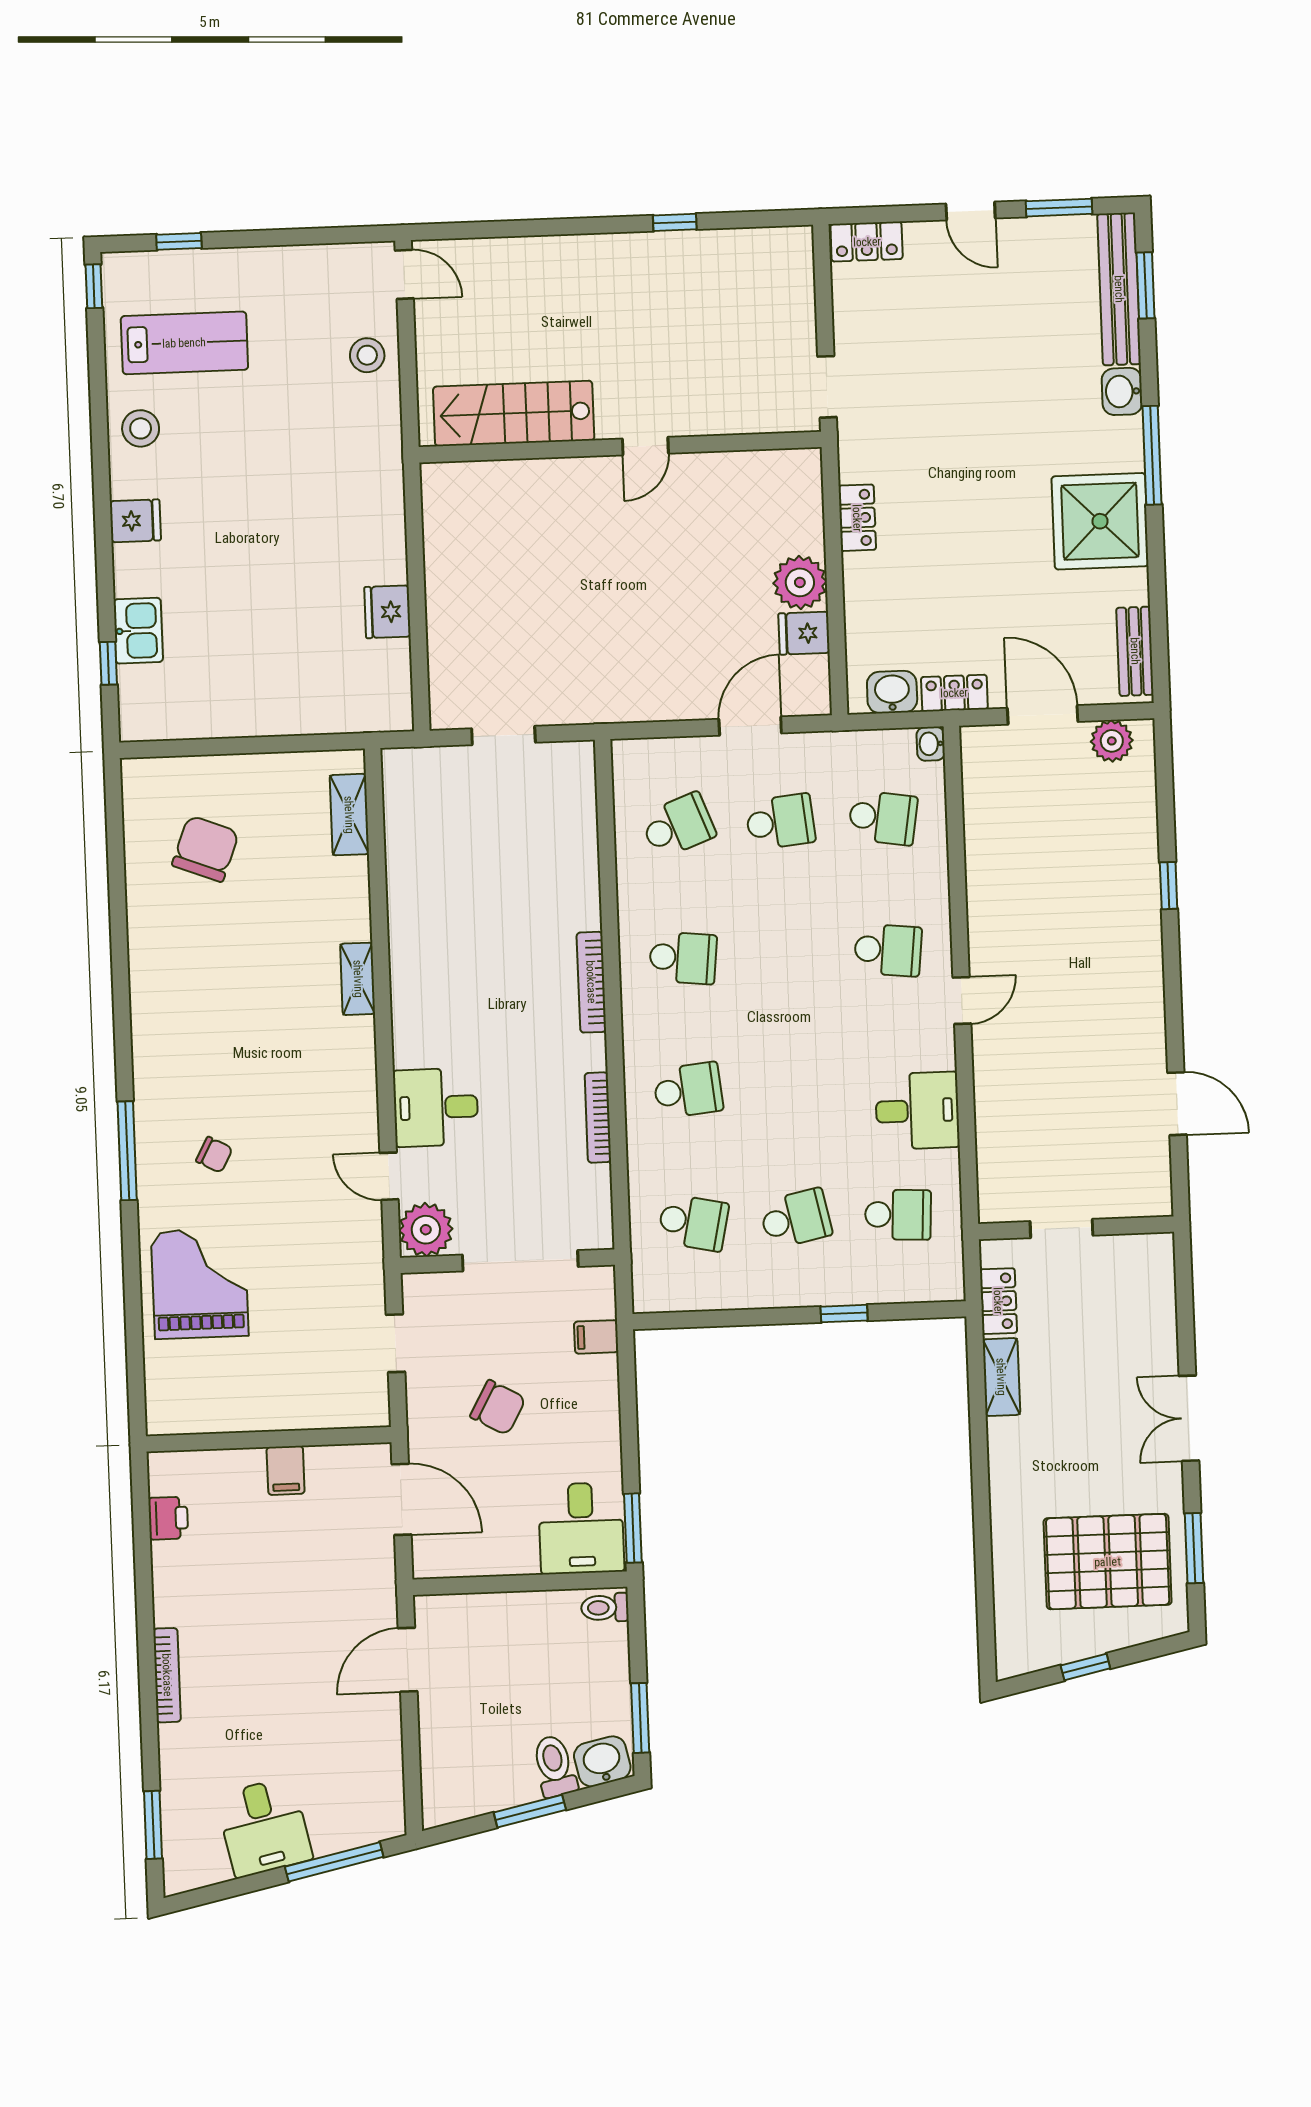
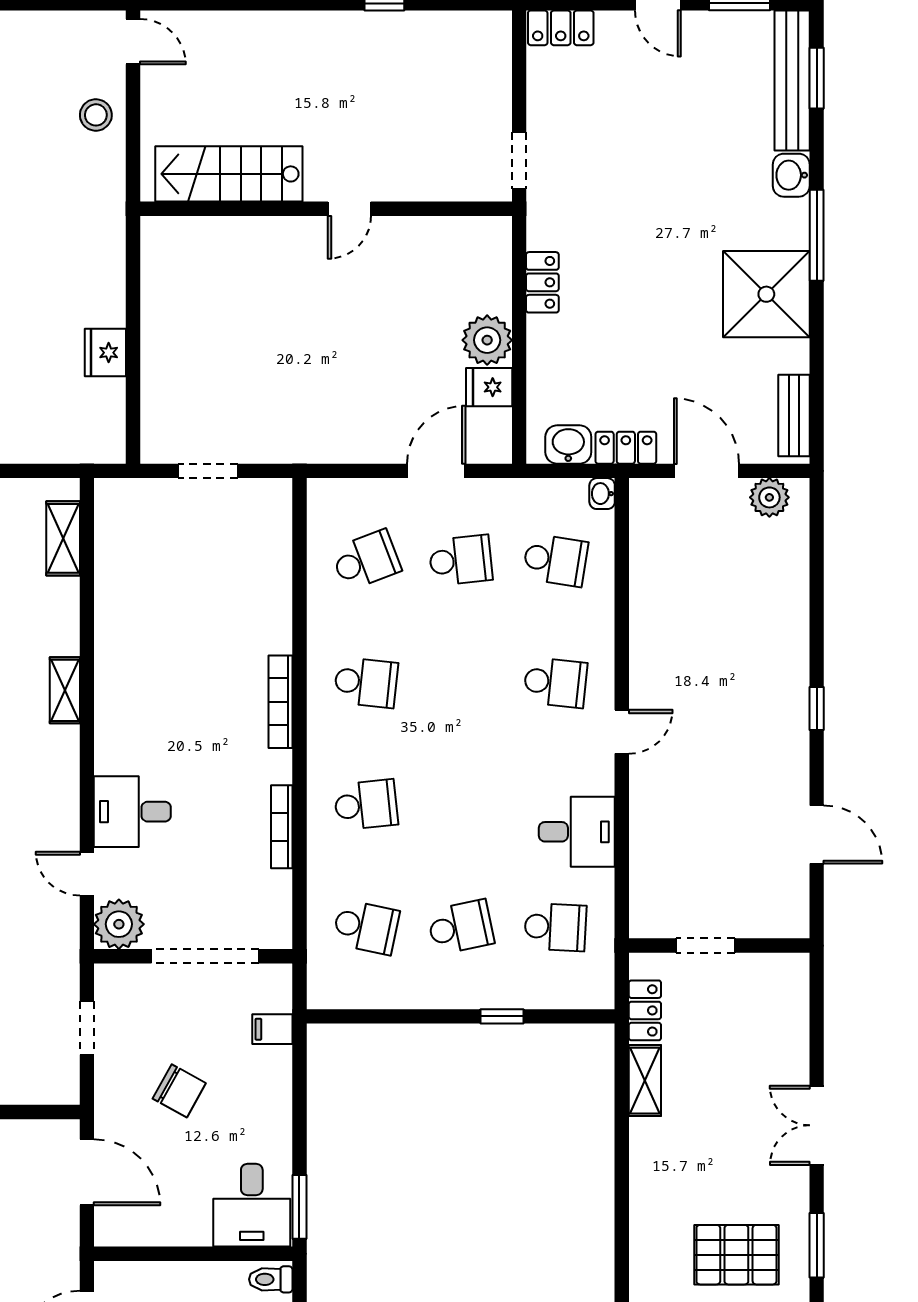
window: (1169, 886) -> (817, 708), moved
pallet: (1108, 1562) -> (736, 1255), width x0.73, depth x0.71

